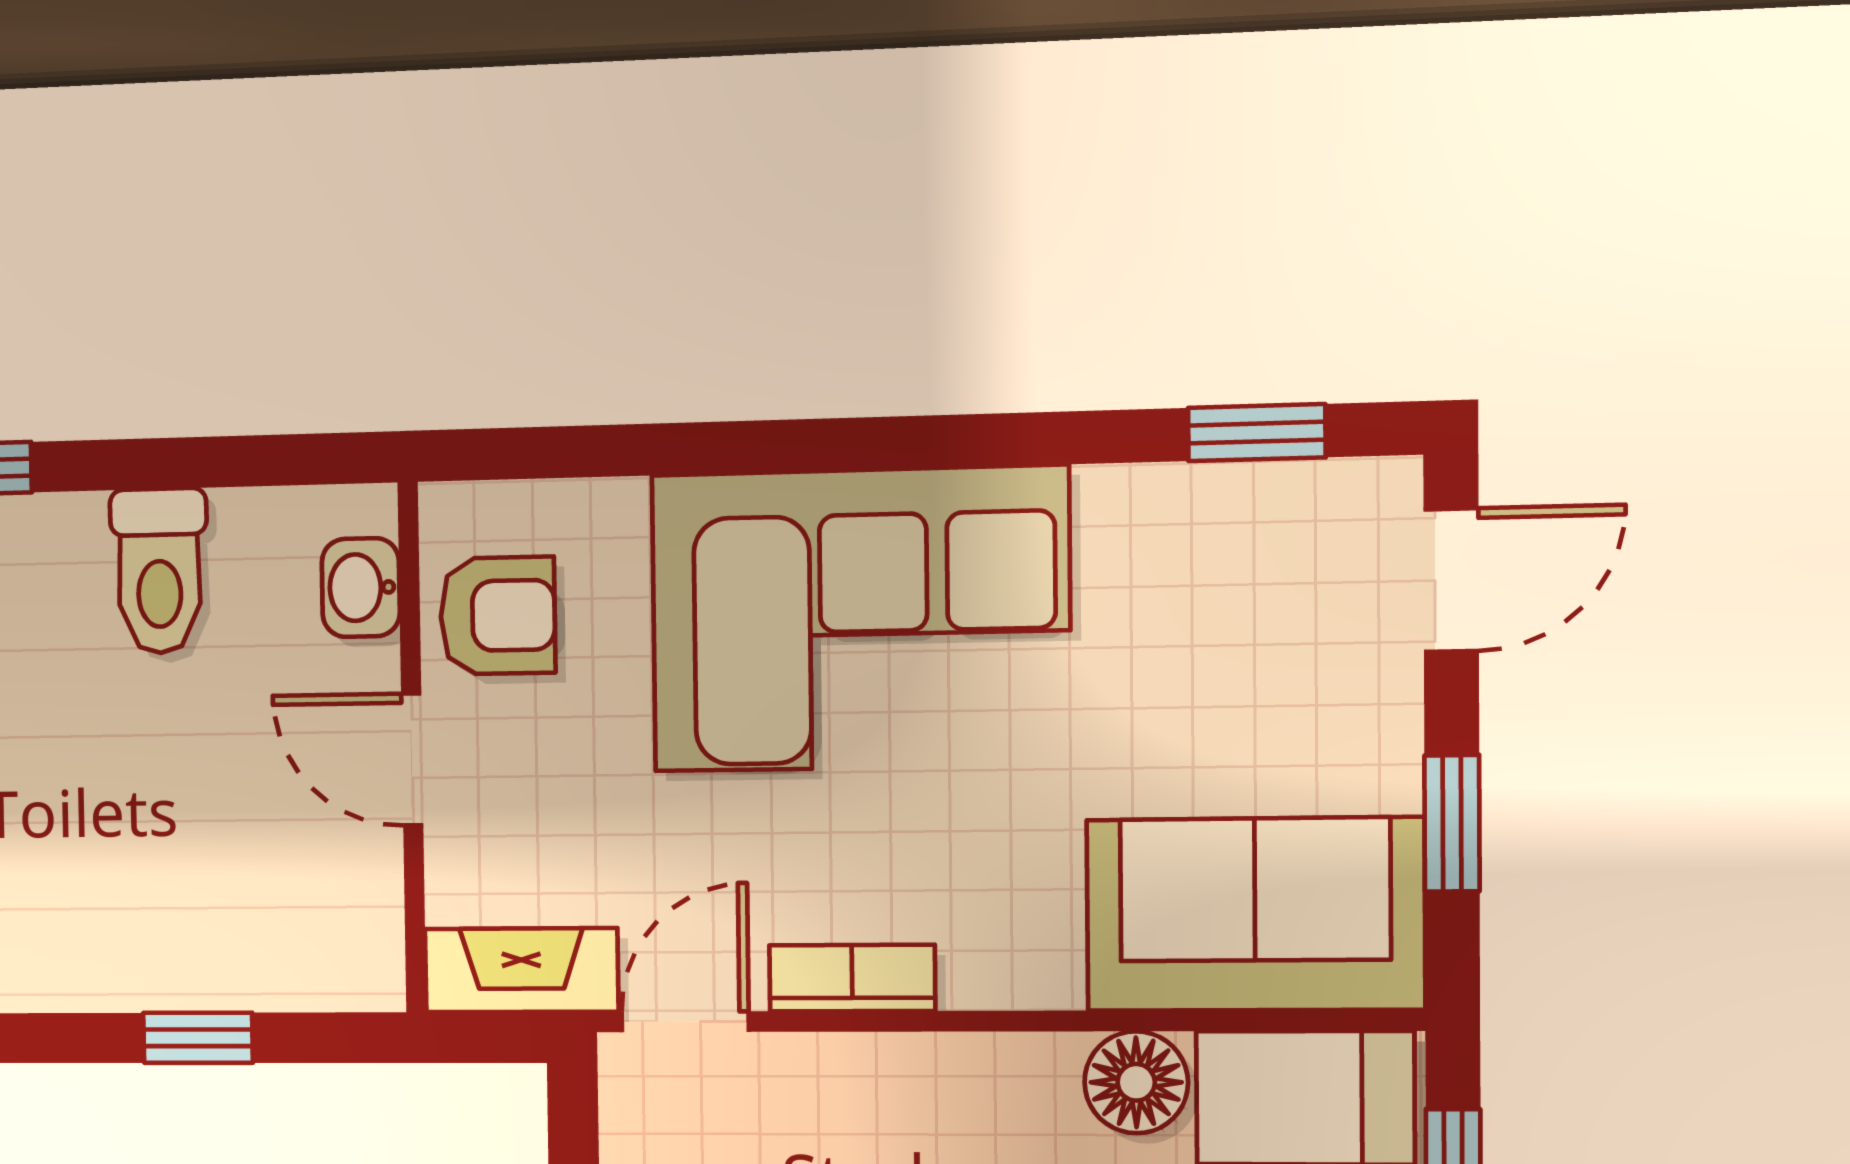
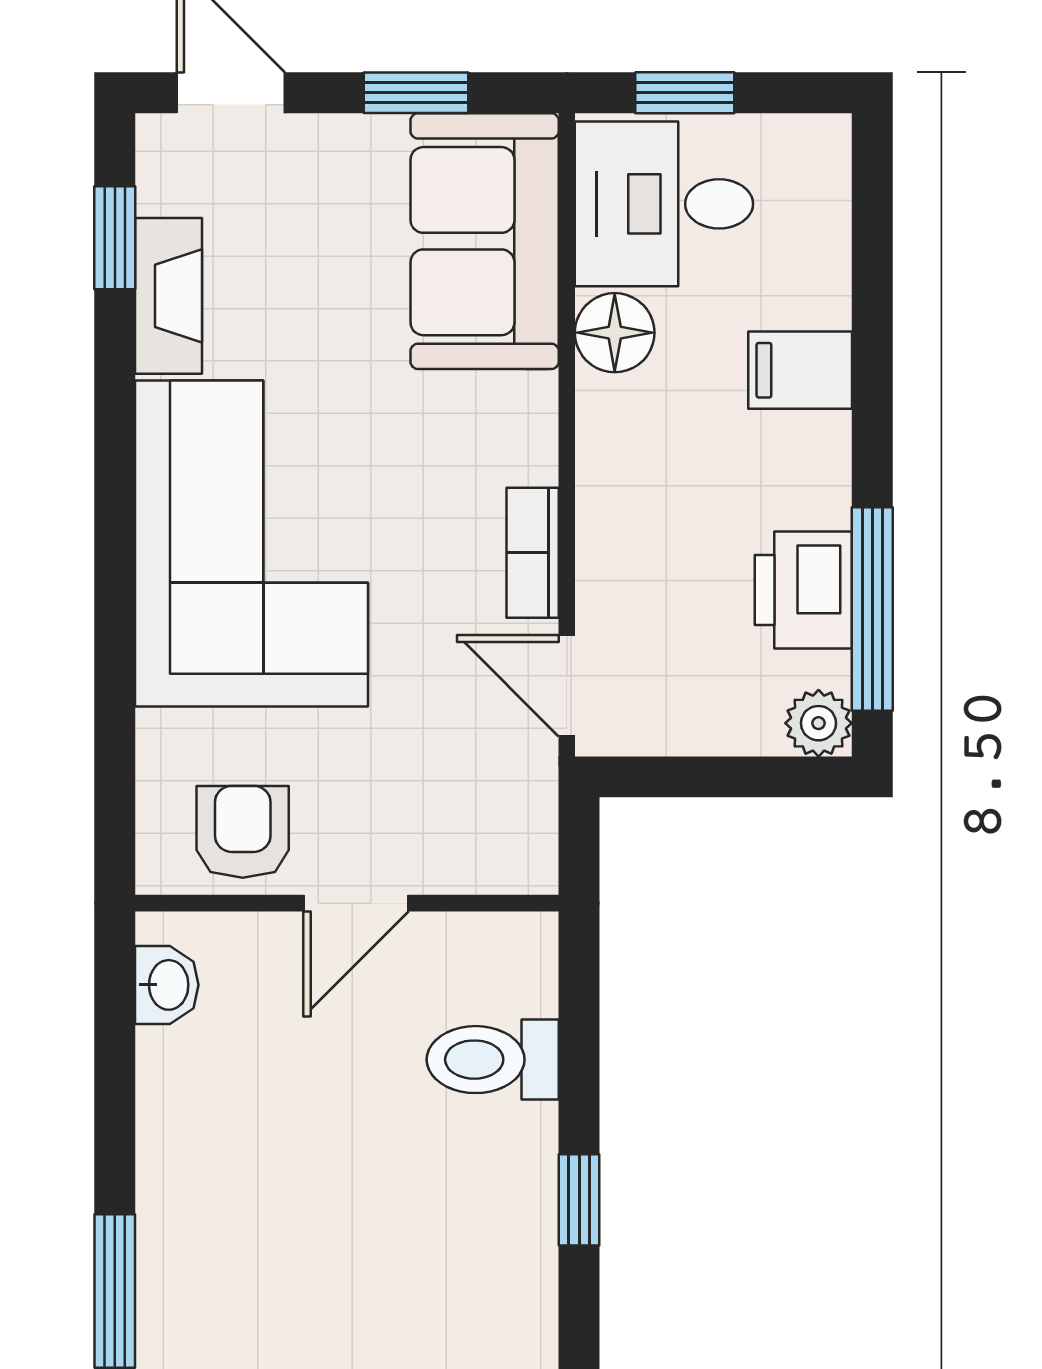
toilet: (159, 571) -> (493, 1060), moved, turned 180
washbasin: (361, 588) -> (167, 985), moved, turned -90
fireplace: (521, 970) -> (169, 296), moved, turned 180
window: (198, 1038) -> (579, 1200), moved

